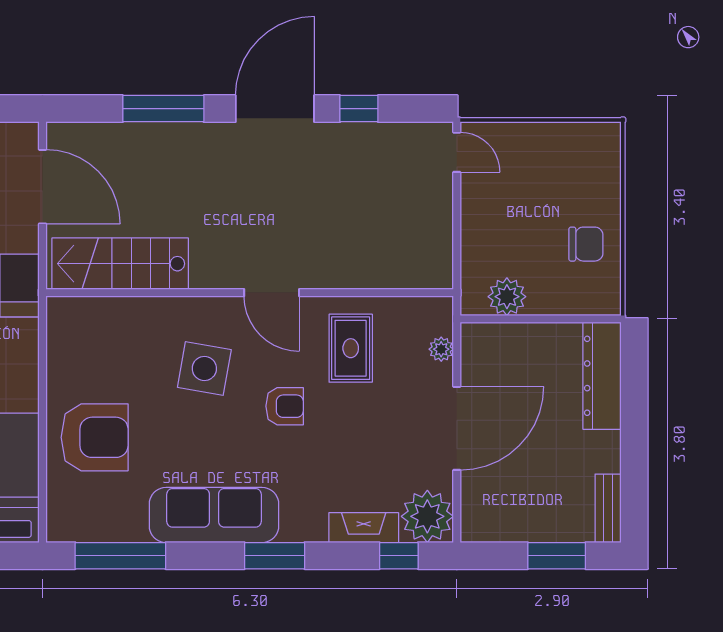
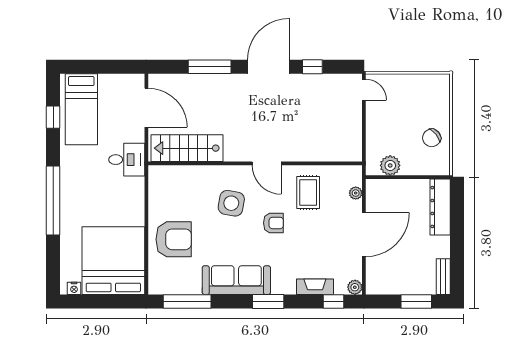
chair: (586, 244) -> (432, 138), turned 142
plant: (427, 516) -> (355, 287), width x0.53, depth x0.53

